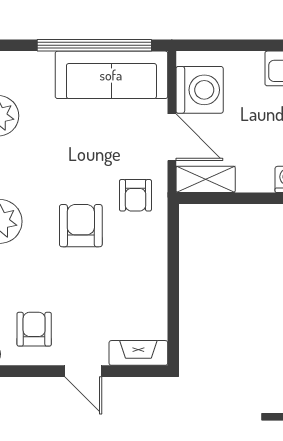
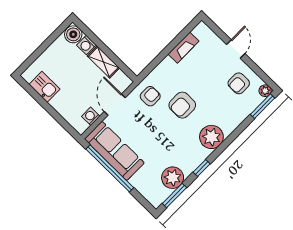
washing machine: (200, 90) -> (91, 116), width x0.53, depth x0.53
shelving: (206, 179) -> (103, 62), moved
fireplace: (138, 353) -> (183, 48), moved, turned -90

